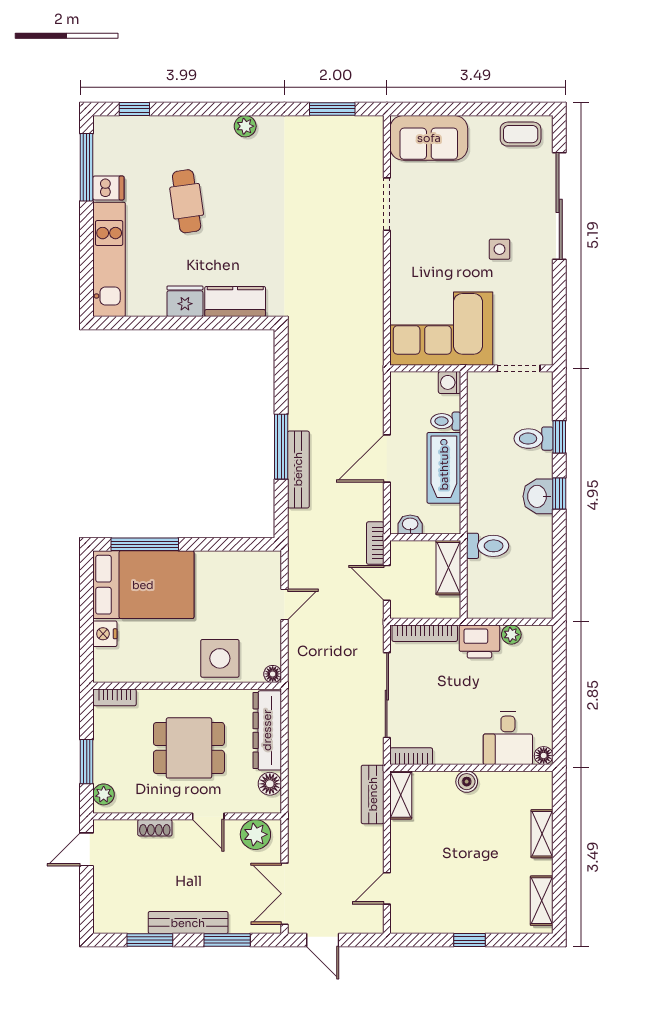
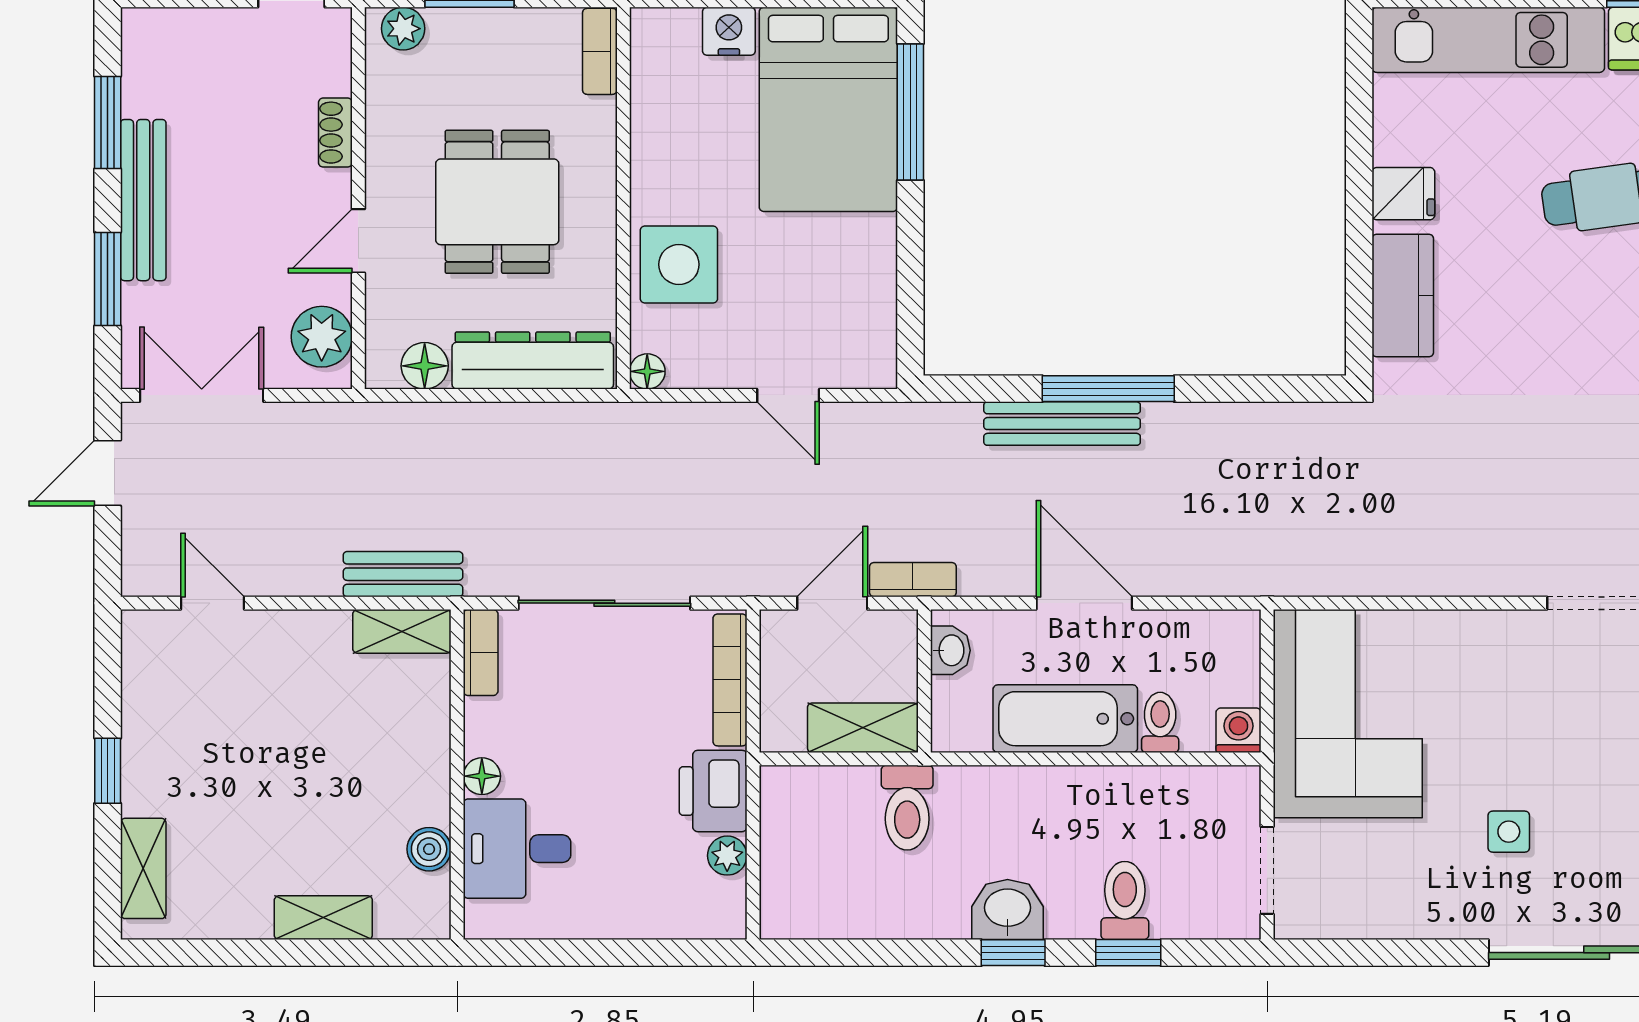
fridge: (185, 301) -> (1403, 194), width x0.72
floor lamp: (544, 756) -> (482, 776), moved
boiler: (467, 782) -> (429, 849), moved
shelving: (542, 901) -> (143, 868), moved, turned 90

